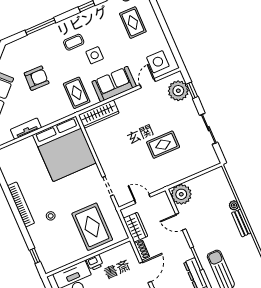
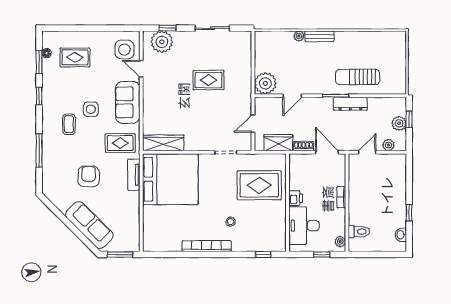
wardrobe: (99, 114) -> (163, 143), moved, turned -90
tv unit: (26, 129) -> (134, 175), moved
rug: (163, 145) -> (209, 80), turned 90

